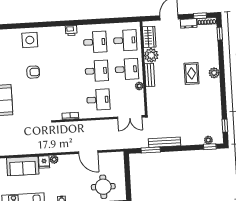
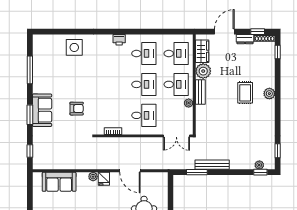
armchair: (33, 72) -> (77, 109), moved
fridge: (44, 162) -> (104, 179), moved

